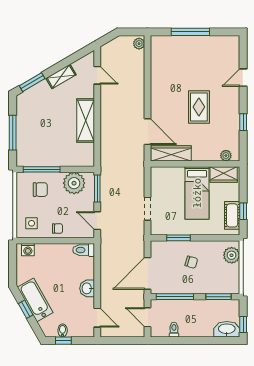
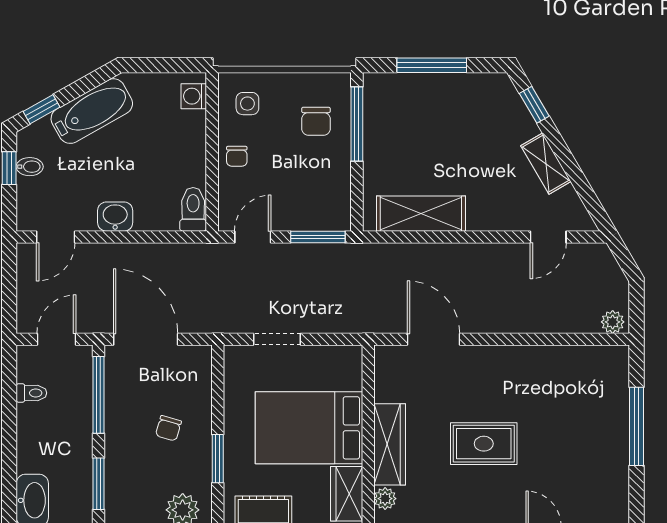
window: (32, 82) -> (534, 105), width x0.67
shelving: (86, 121) -> (421, 214), moved
door: (148, 132) -> (434, 339), swing flipped
wardrobe: (171, 153) -> (390, 444), moved
plant: (74, 183) -> (329, 190), removed
bed: (197, 193) -> (309, 428), width x1.50
window: (179, 238) -> (218, 459), moved
window: (26, 309) -> (42, 109), moved

